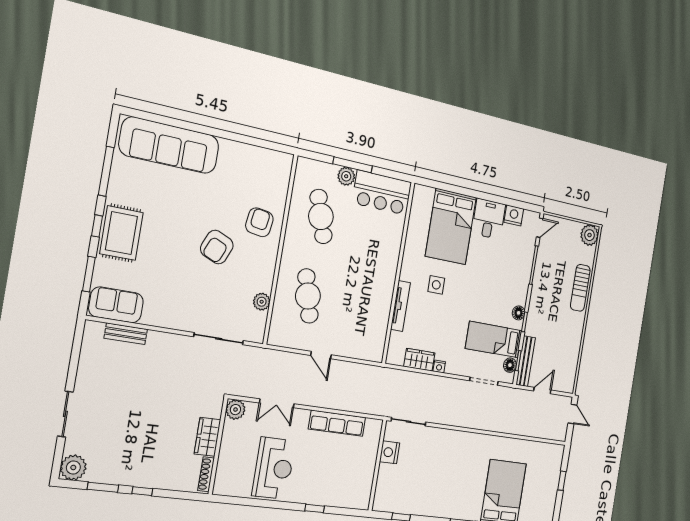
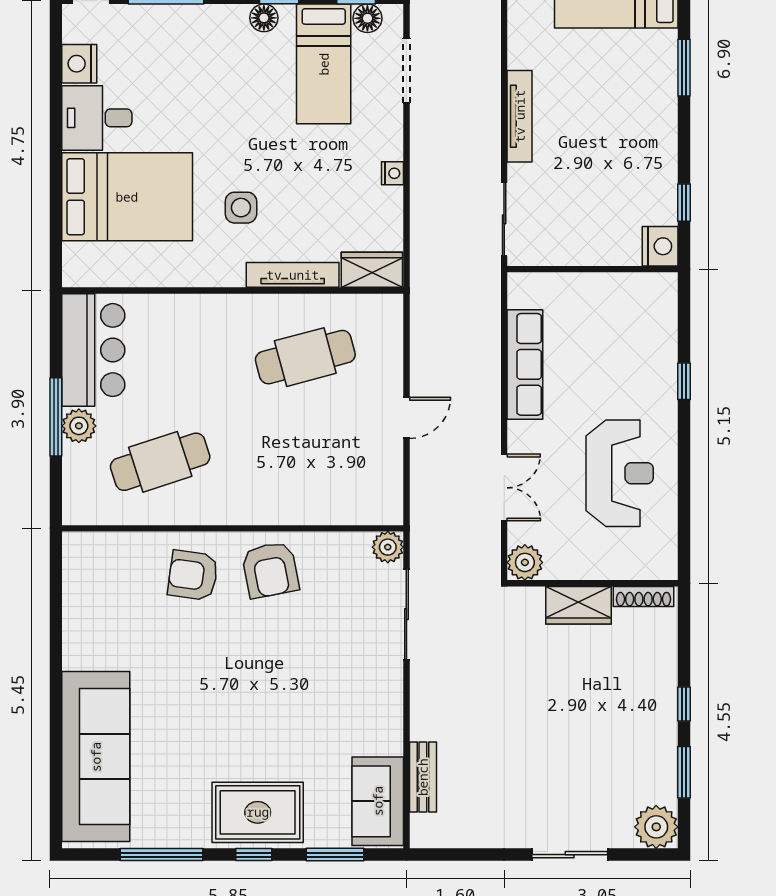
armchair: (217, 247) -> (270, 570), moved, turned 56
cafe table: (308, 296) -> (305, 357), moved
plant: (262, 302) -> (388, 547), moved
wardrobe: (419, 360) -> (372, 270), moved, turned 90
tv unit: (454, 436) -> (520, 116), added
nightstand: (390, 452) -> (660, 246), moved, turned -90
reception desk: (274, 468) -> (620, 473), turned 90

